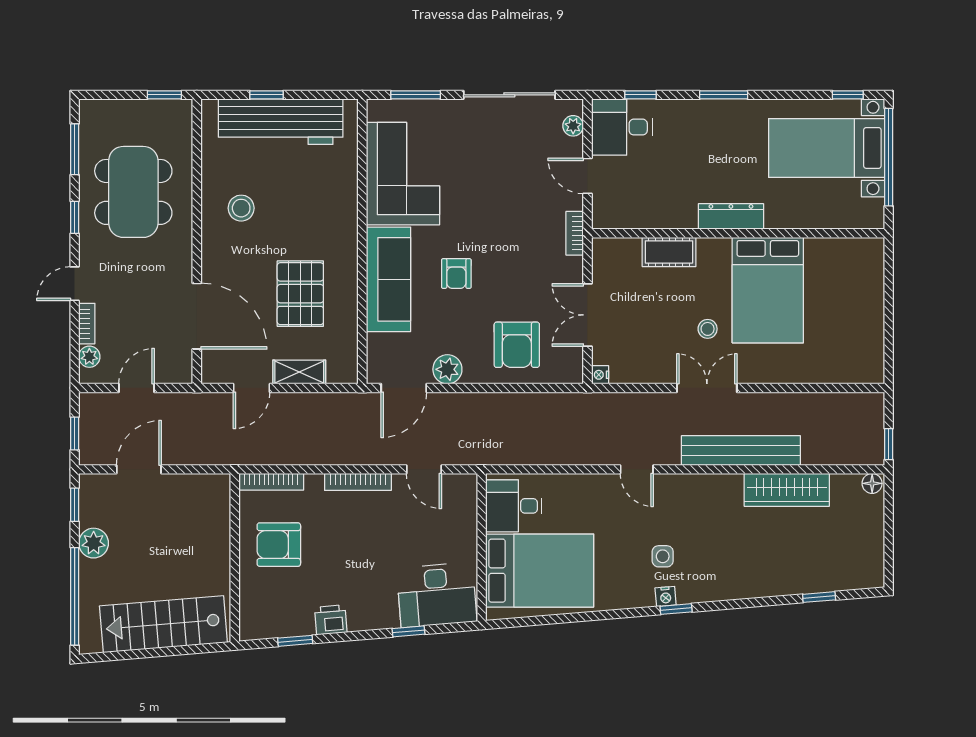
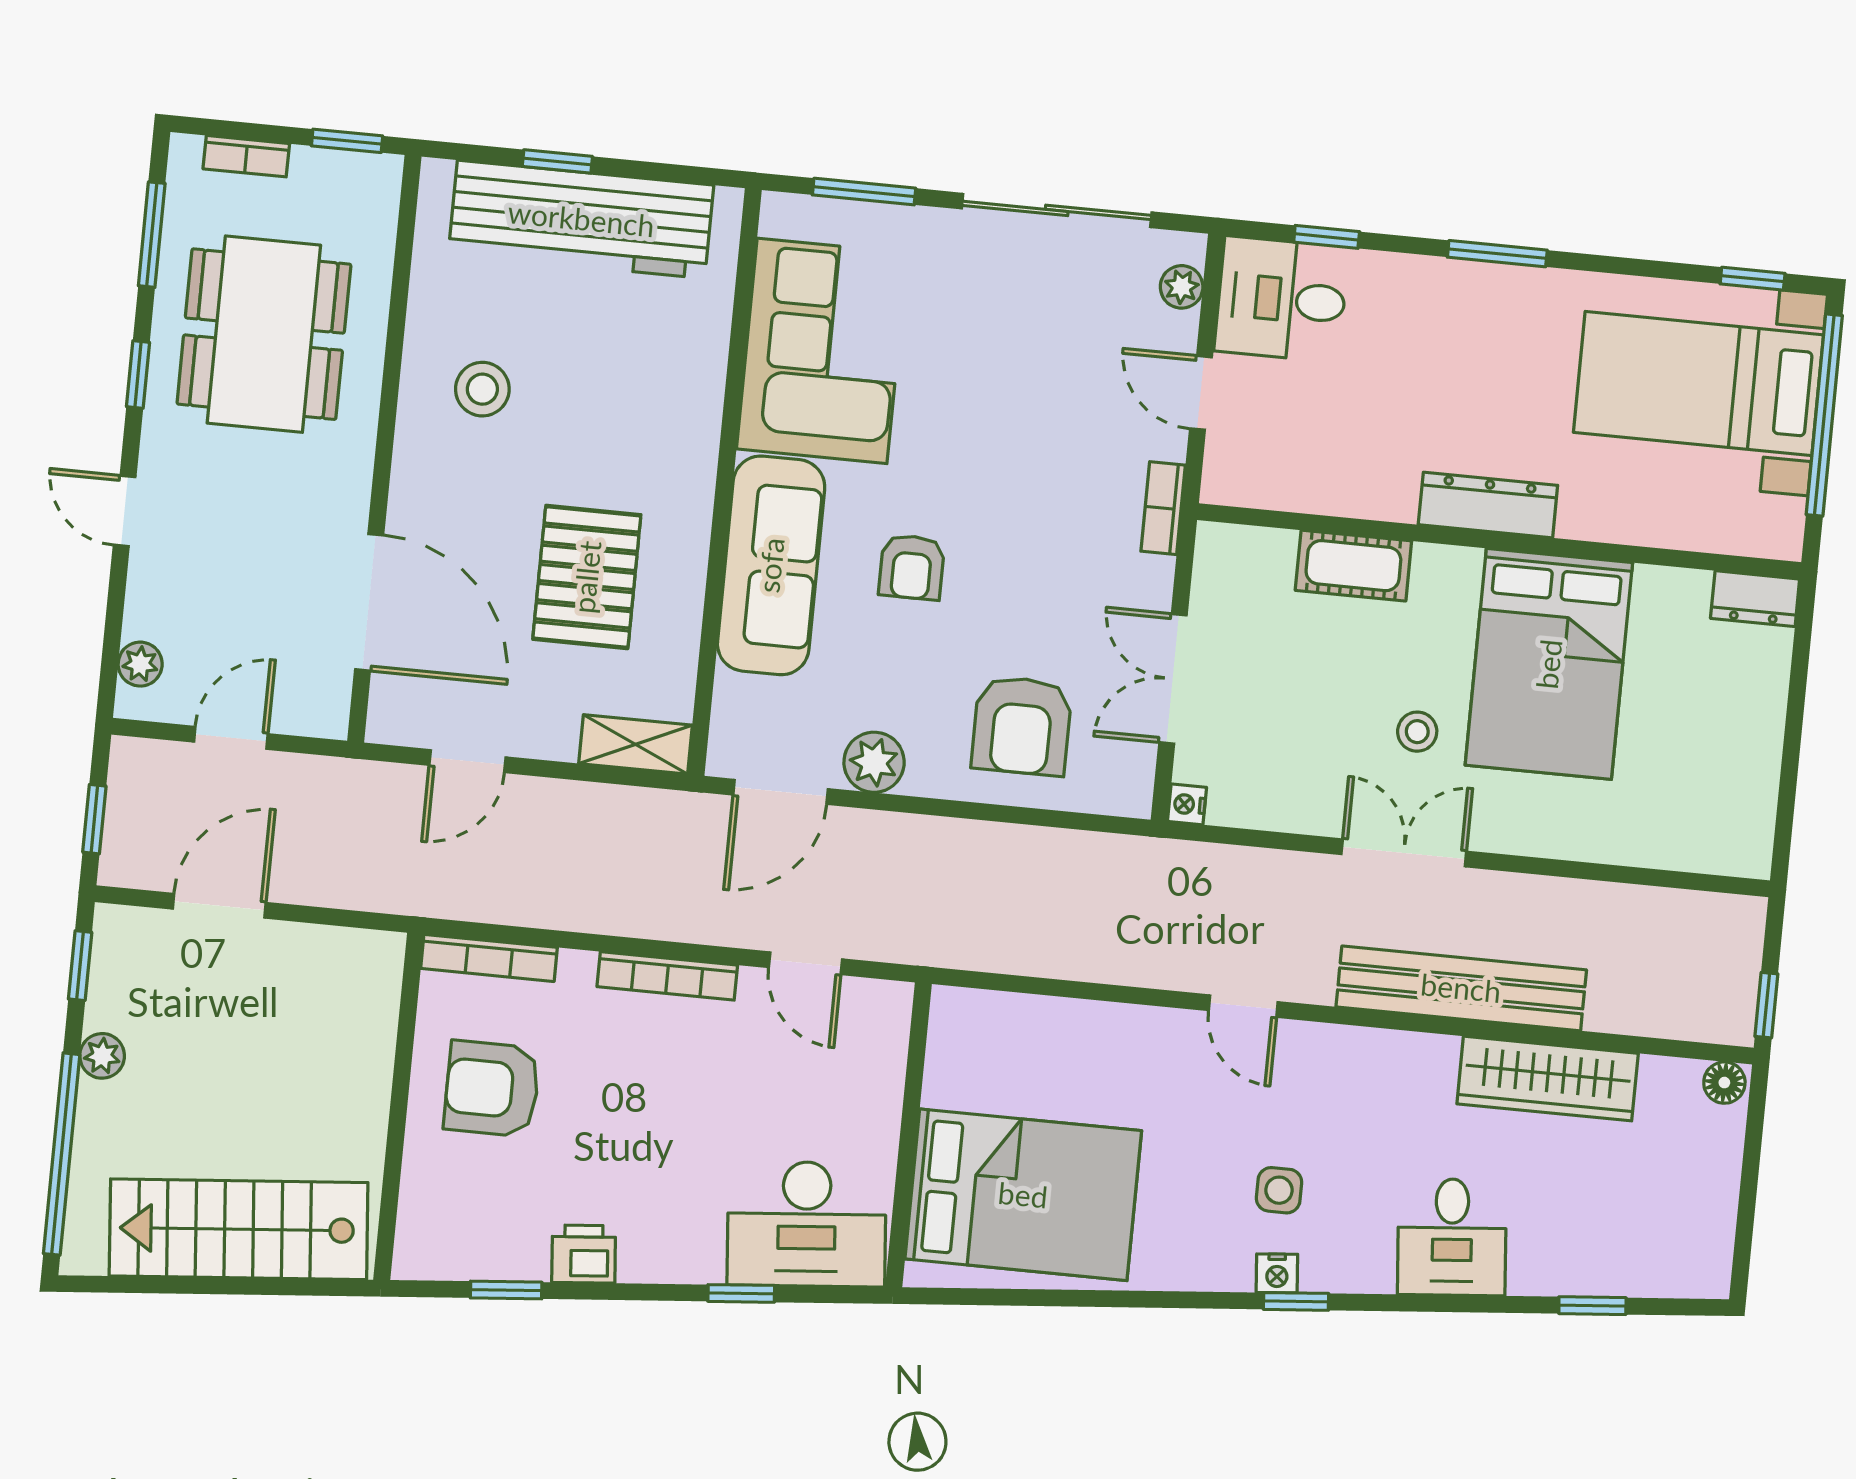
dresser: (864, 249) -> (1755, 599), added
door: (75, 284) -> (125, 511), hinge flipped
bookcase: (87, 324) -> (246, 156), moved, turned 90
shelving: (299, 372) -> (635, 744), moved
desk: (514, 506) -> (1452, 1237), moved, turned -95
plant: (94, 543) -> (102, 1056), width x0.73, depth x0.73

